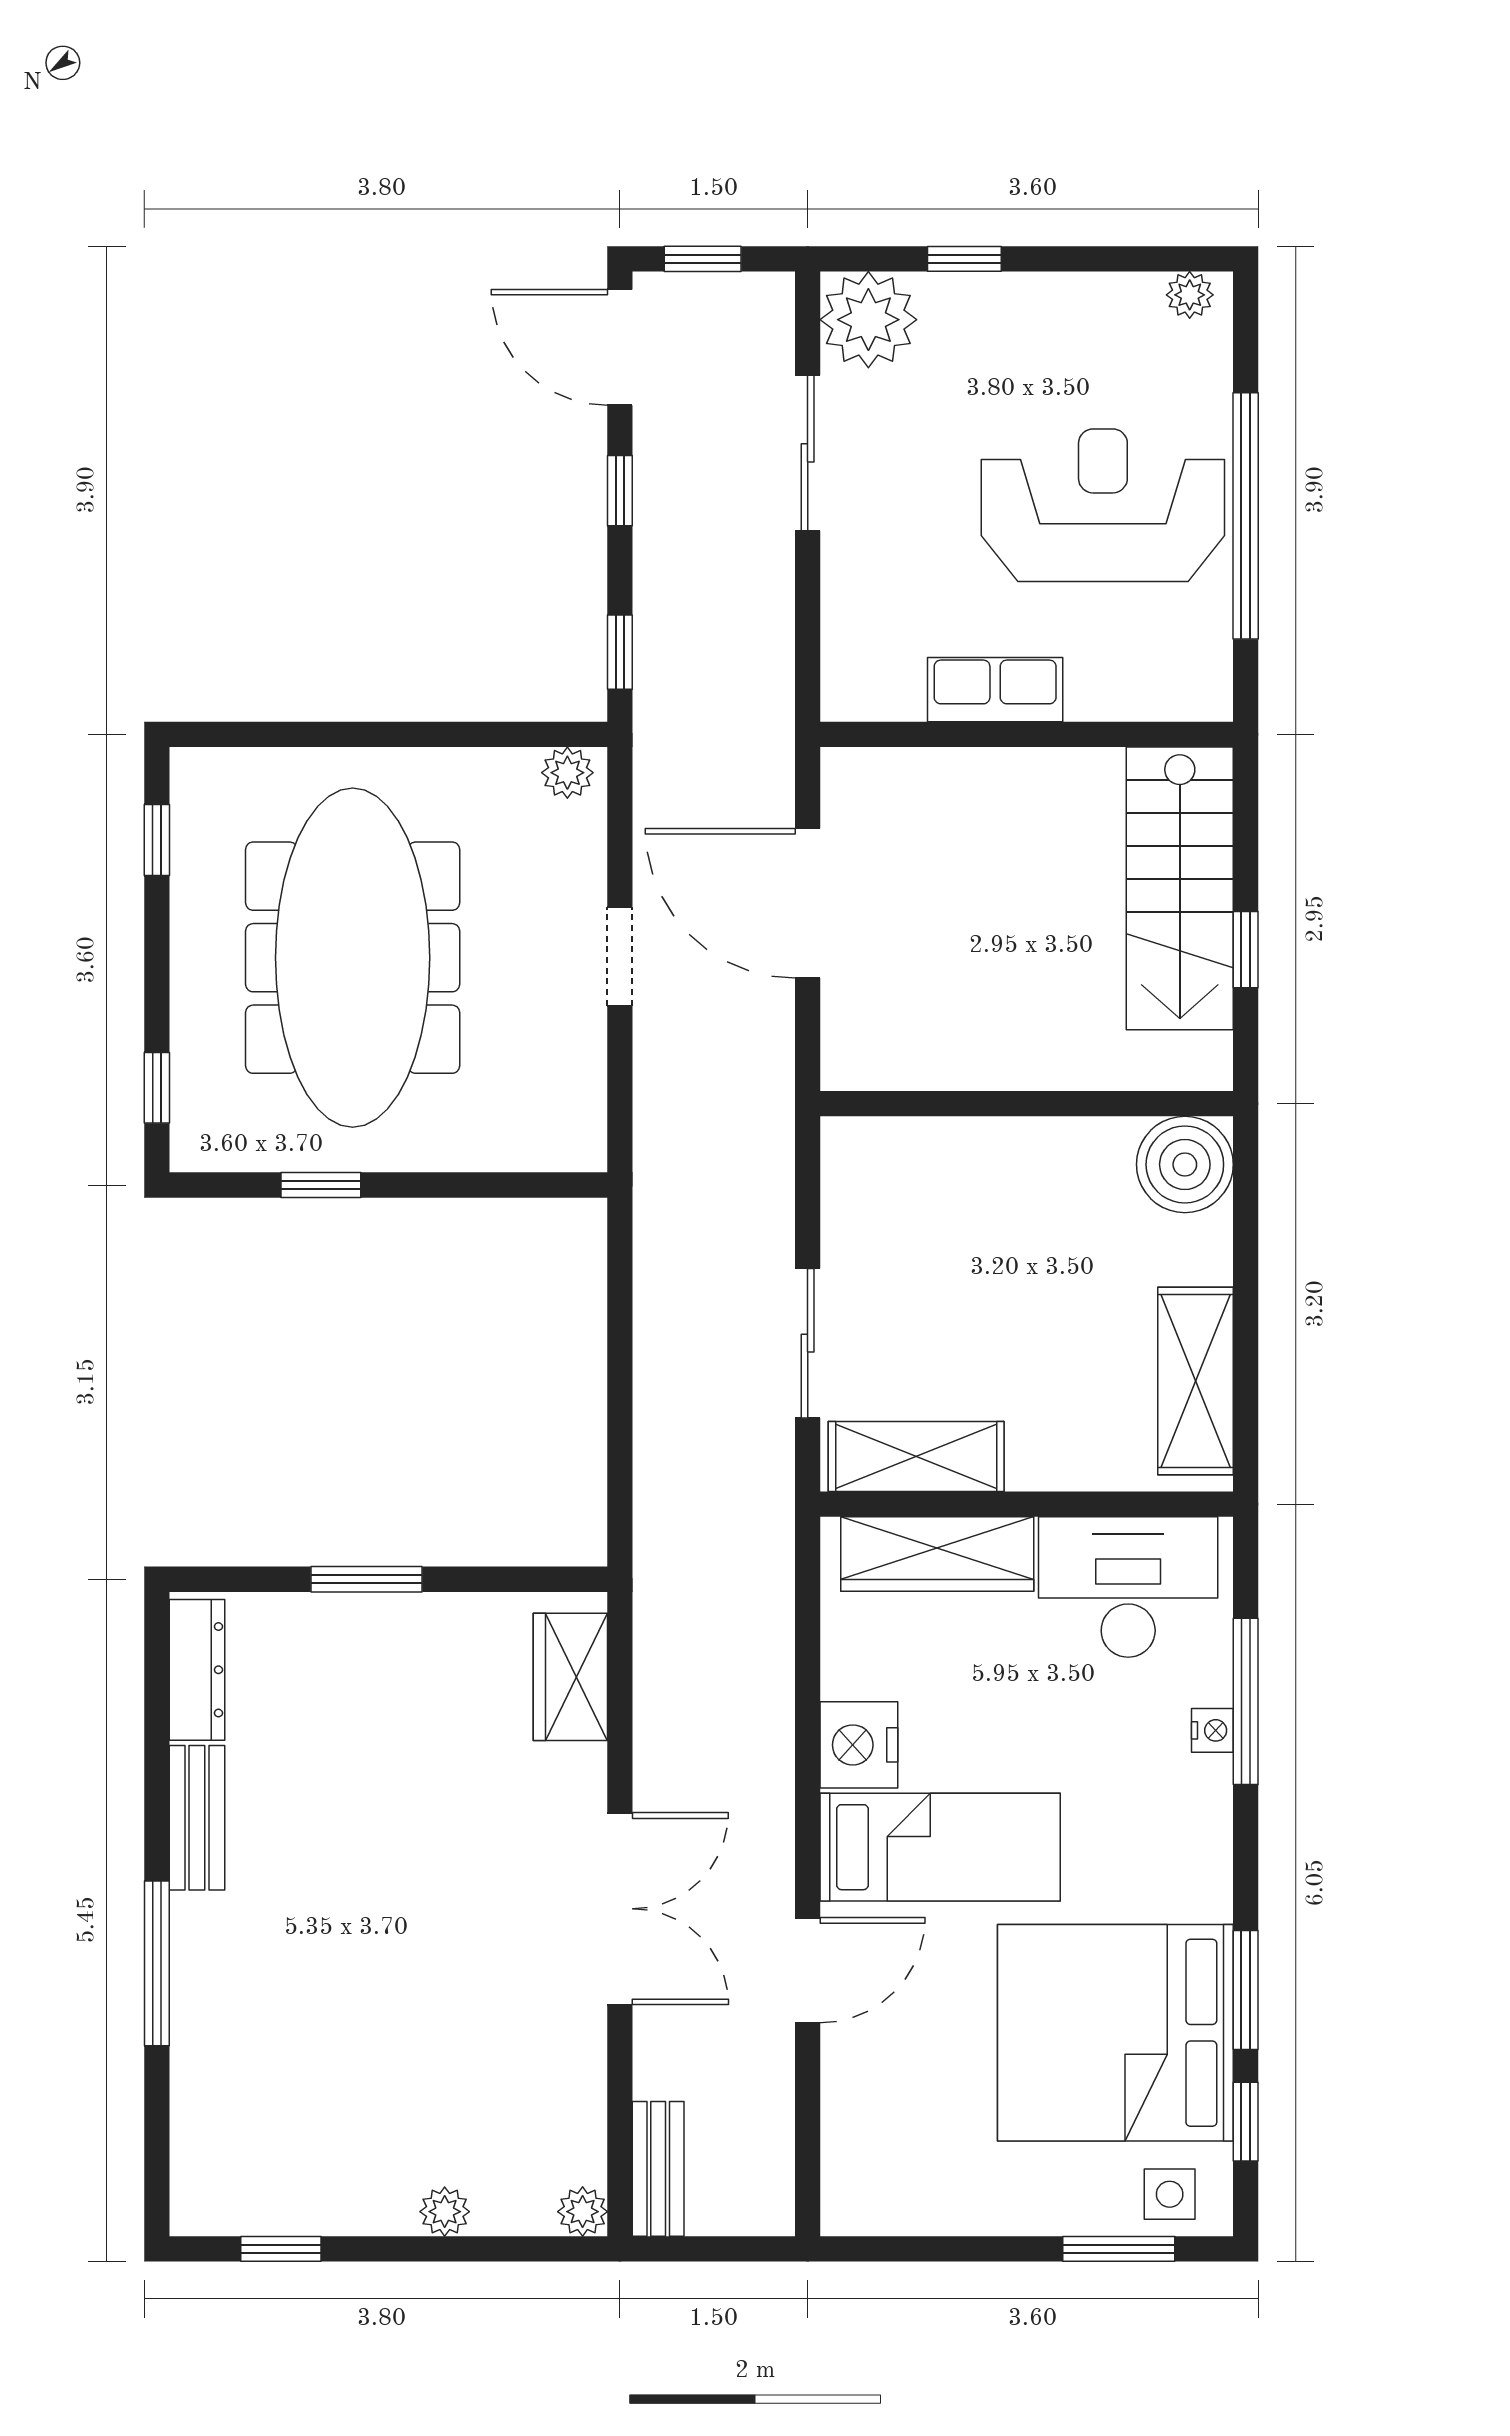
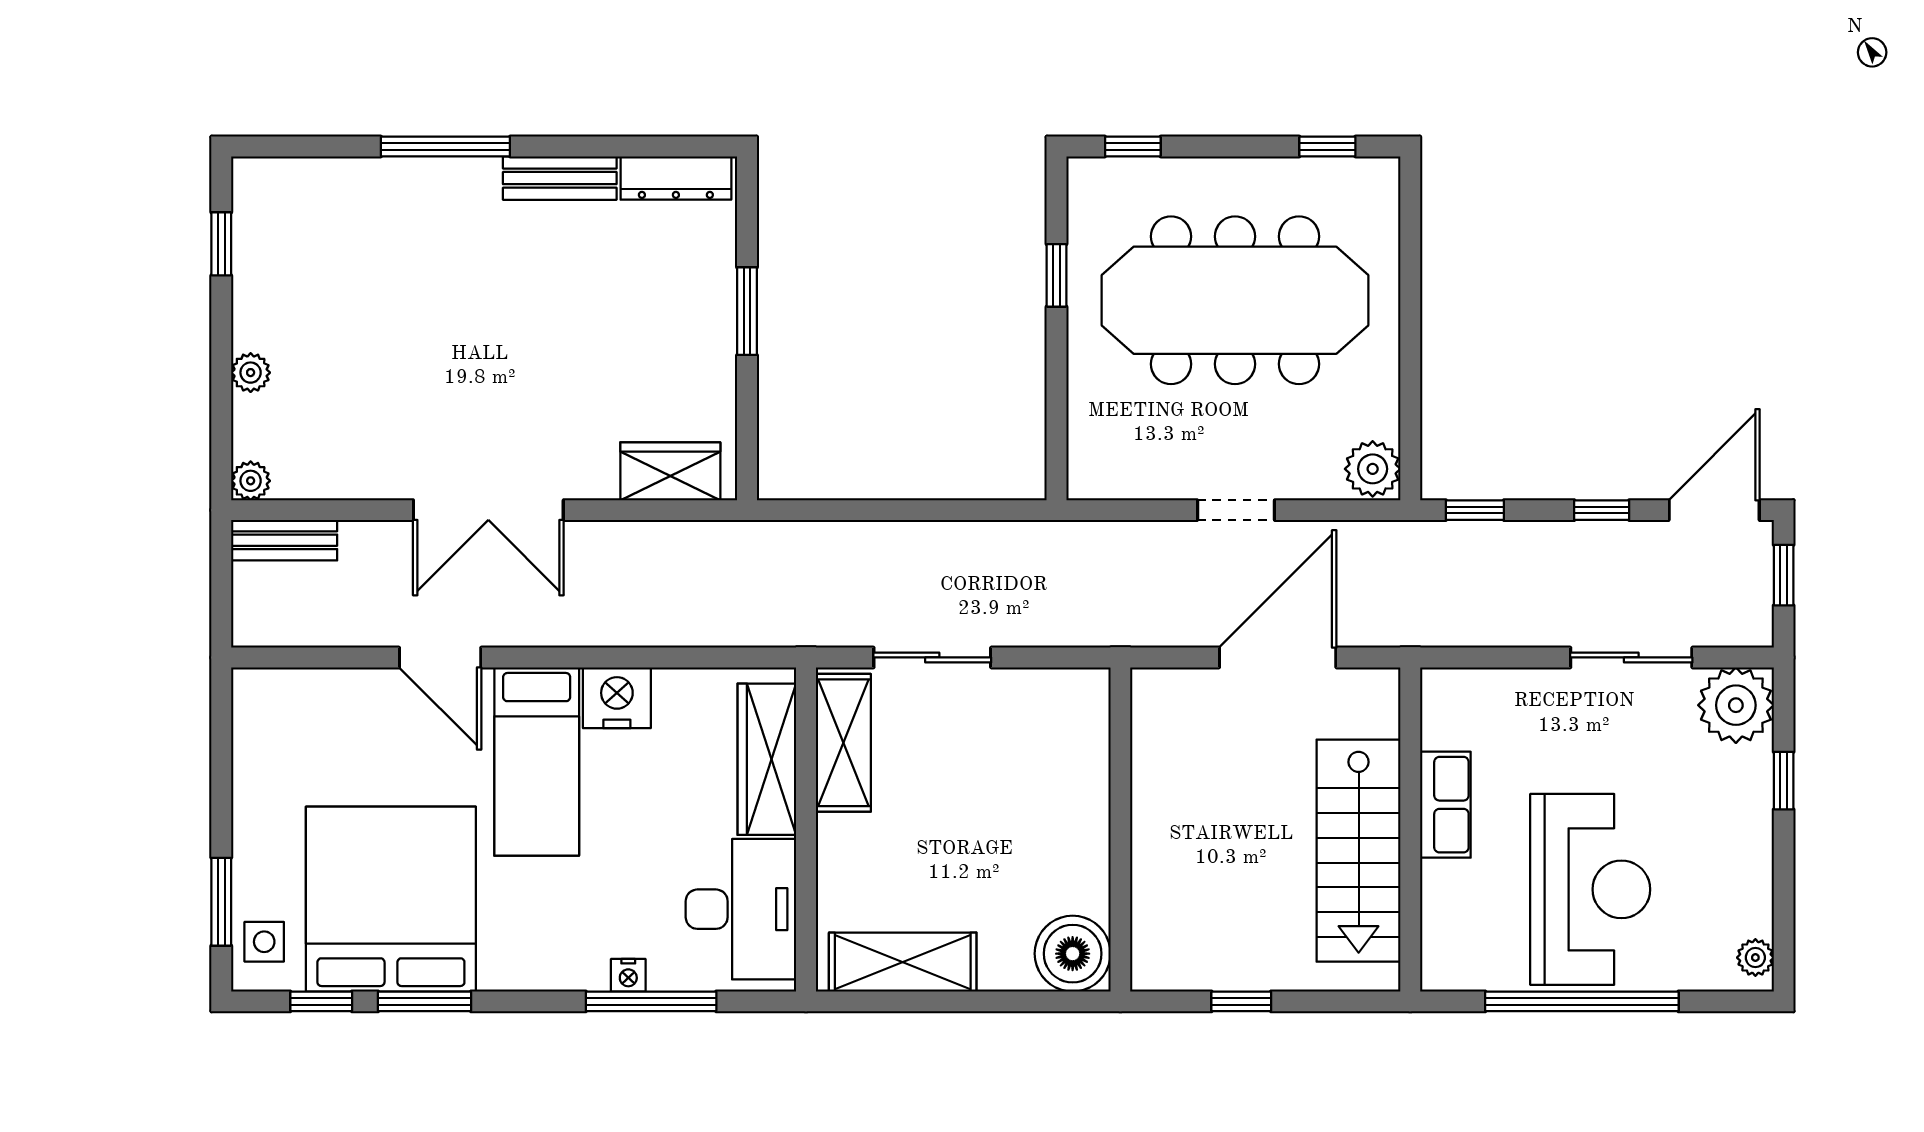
plant: (567, 773) -> (1373, 469), width x1.38, depth x1.38
stairs: (1180, 888) -> (1359, 851), moved, turned -90

